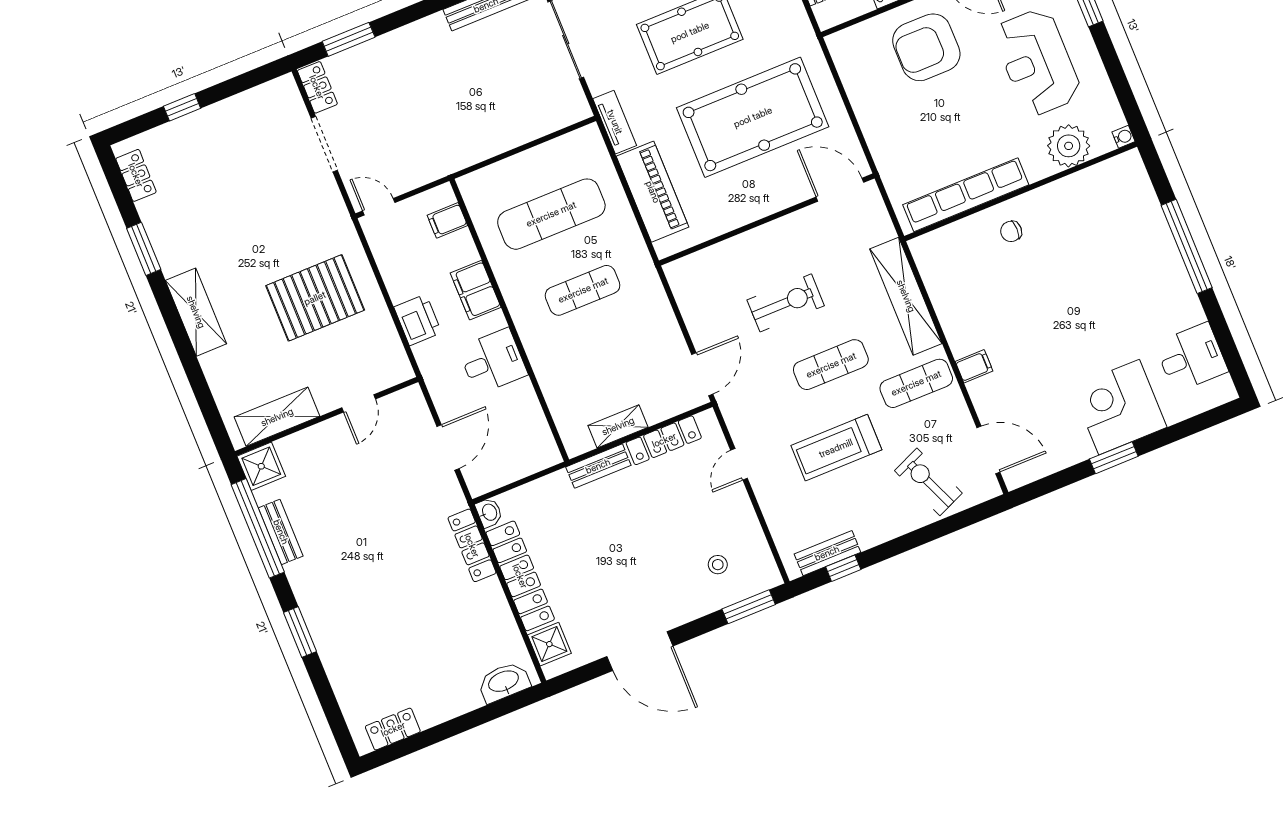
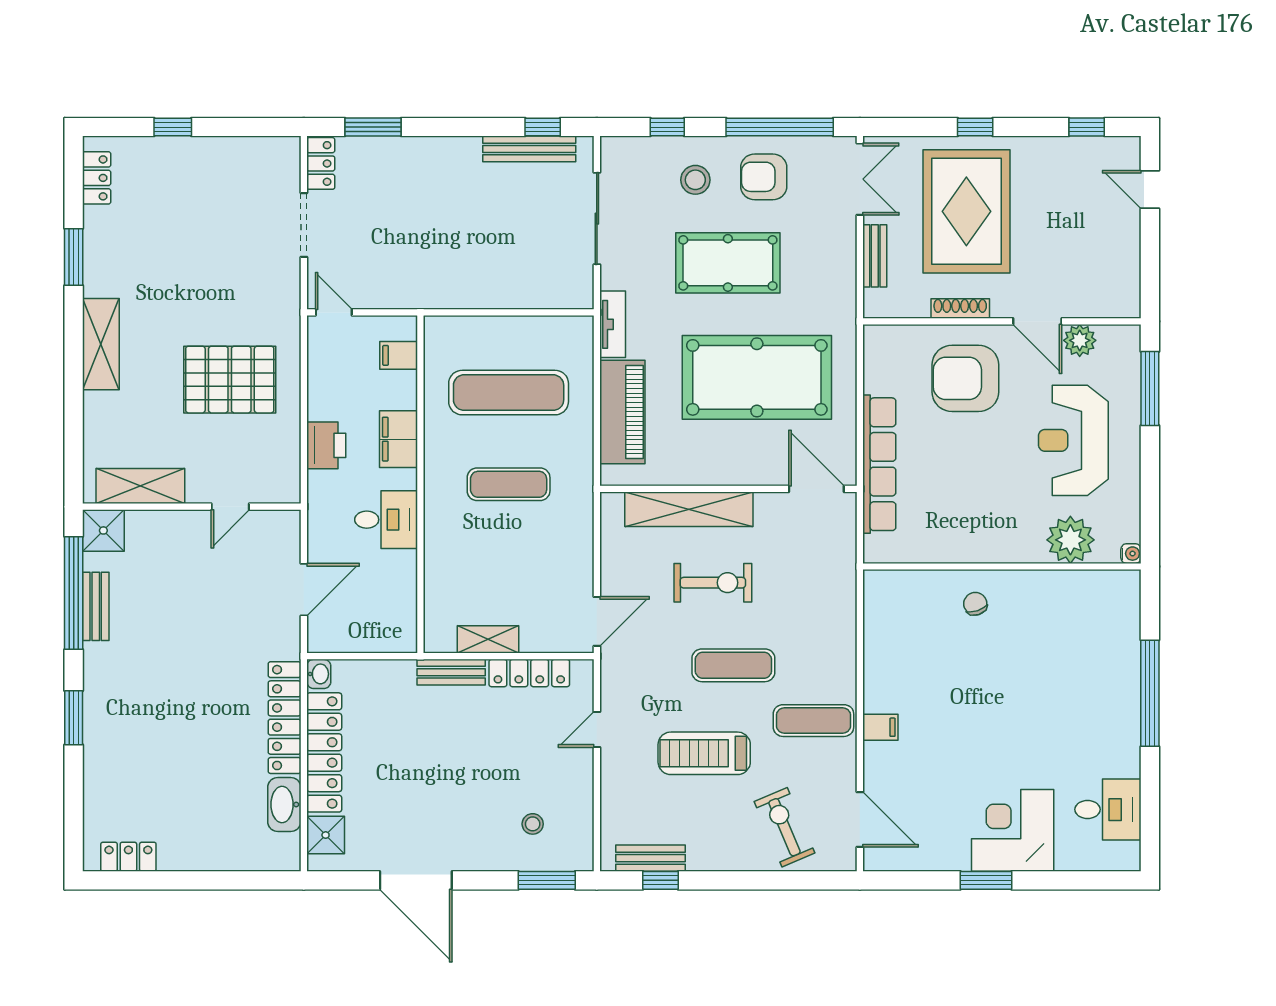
row of seats: (966, 195) -> (879, 464), moved, turned 90
chair: (1011, 231) -> (975, 604), turned 72
shelving: (906, 296) -> (689, 509), moved, turned 90
locker: (472, 545) -> (285, 718), width x1.41, depth x1.21
washbasin: (504, 682) -> (284, 804), moved, turned -90

